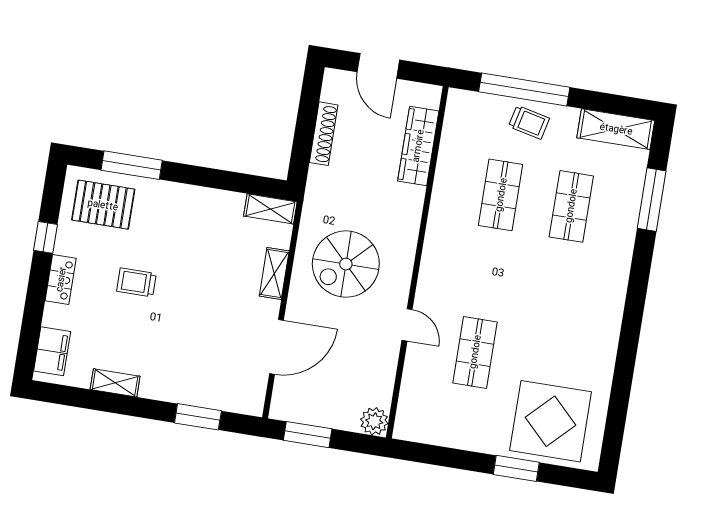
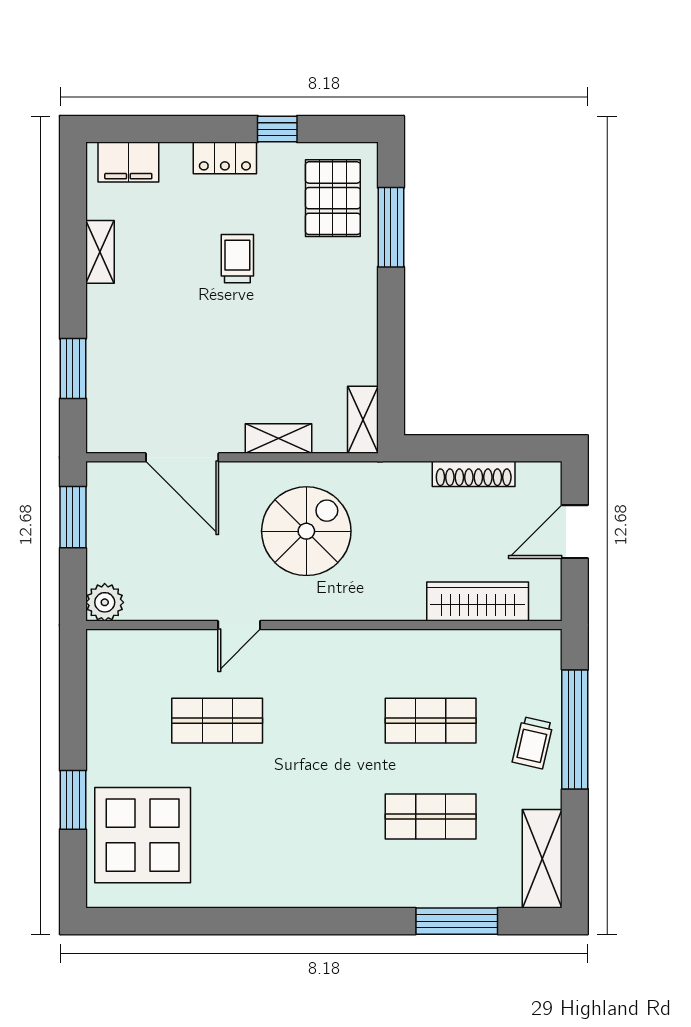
spiral stairs: (346, 264) -> (306, 531), turned 90

